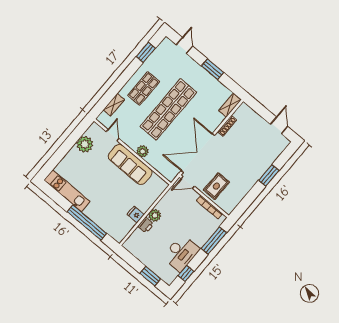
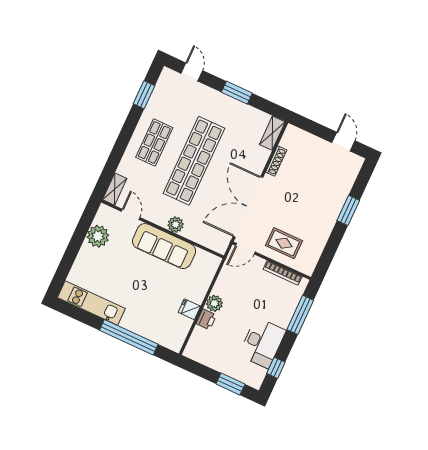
shelving: (114, 105) -> (115, 189), moved
rug: (216, 186) -> (284, 243), turned 90

